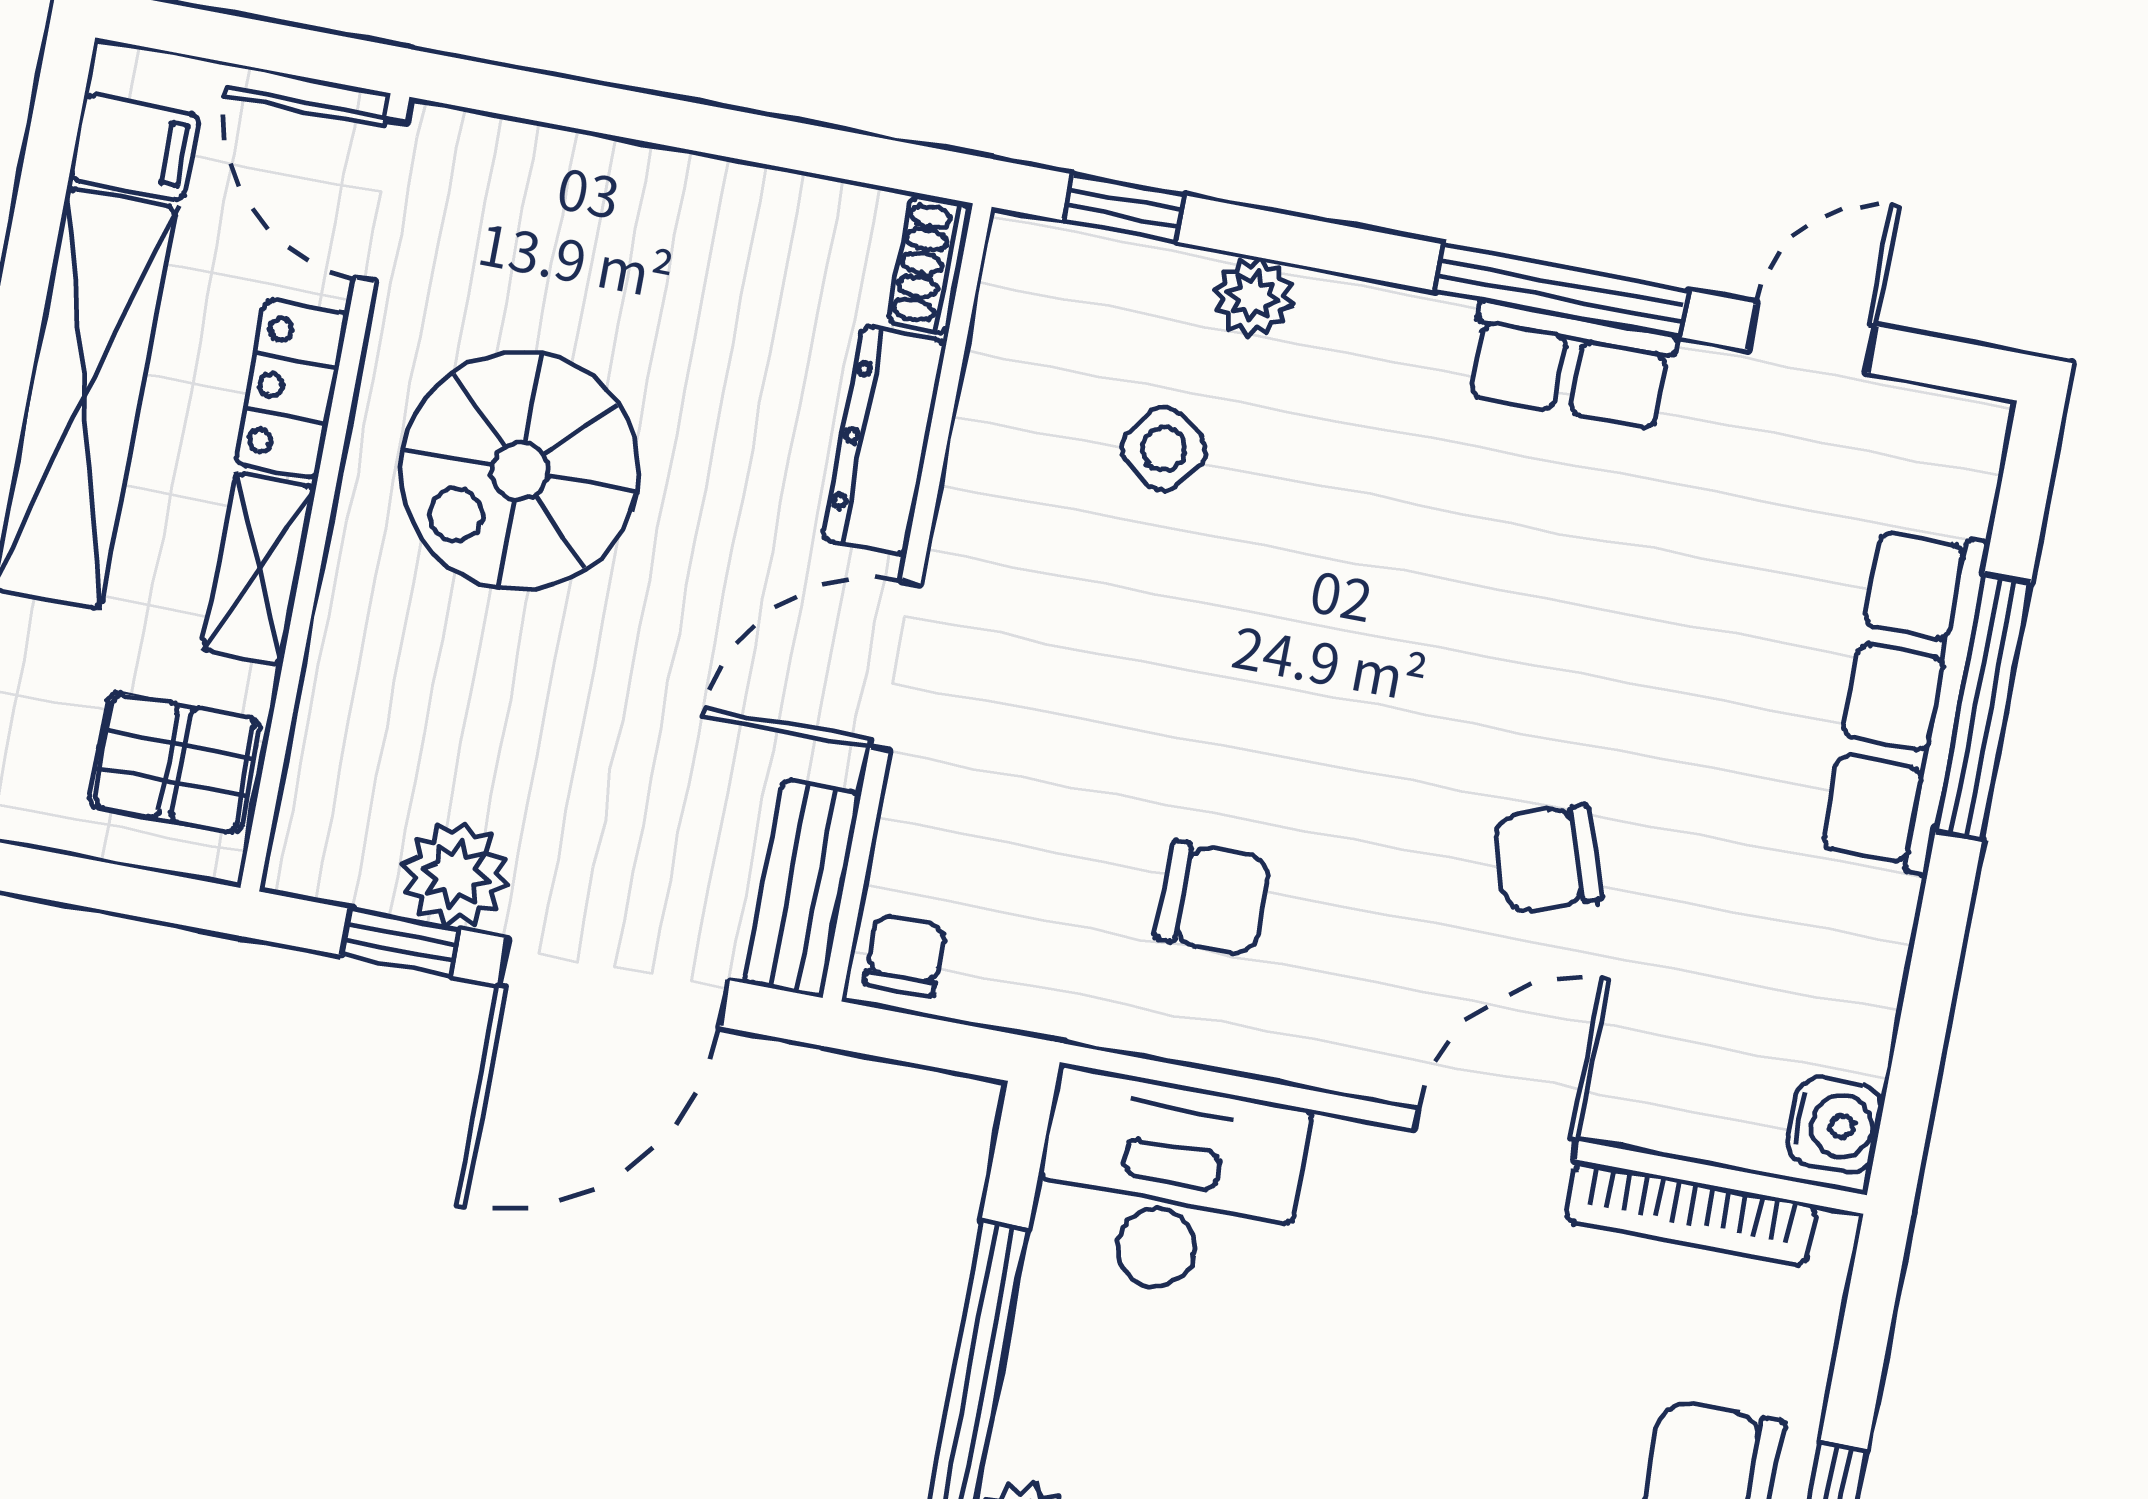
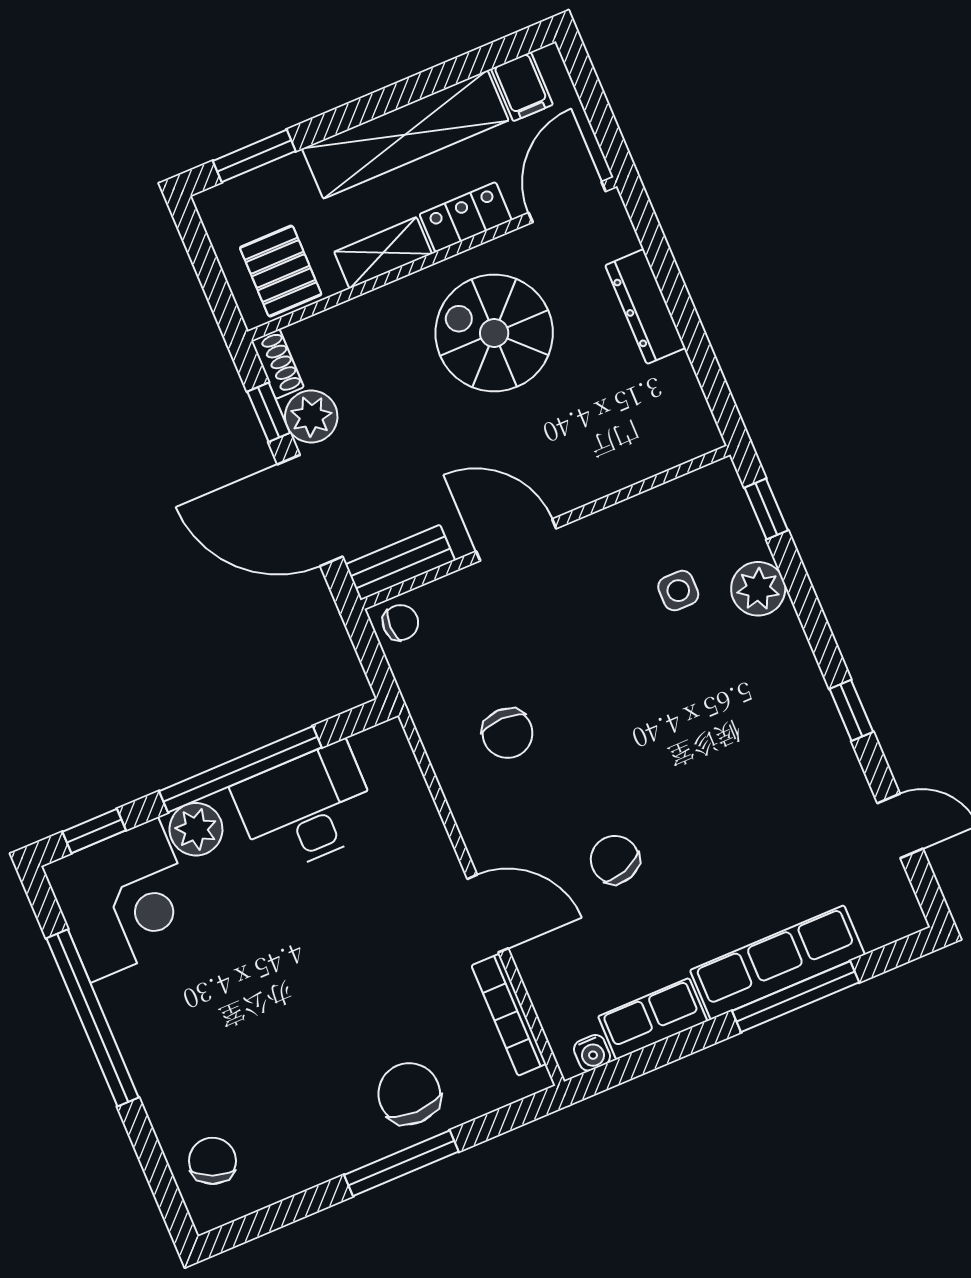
shoe rack: (929, 265) -> (277, 364), moved, turned 90
window: (1561, 291) -> (851, 710), width x0.46
plant: (1253, 297) -> (758, 589), width x1.38, depth x1.38
row of seats: (1570, 365) -> (653, 1019), moved, turned 90
dresser: (884, 441) -> (645, 307), moved, turned -90
side table: (1164, 449) -> (678, 591), turned -37
water cooler: (1835, 1125) -> (592, 1053), width x0.72, depth x0.72
desk: (1168, 1186) -> (306, 808), moved, turned -90

